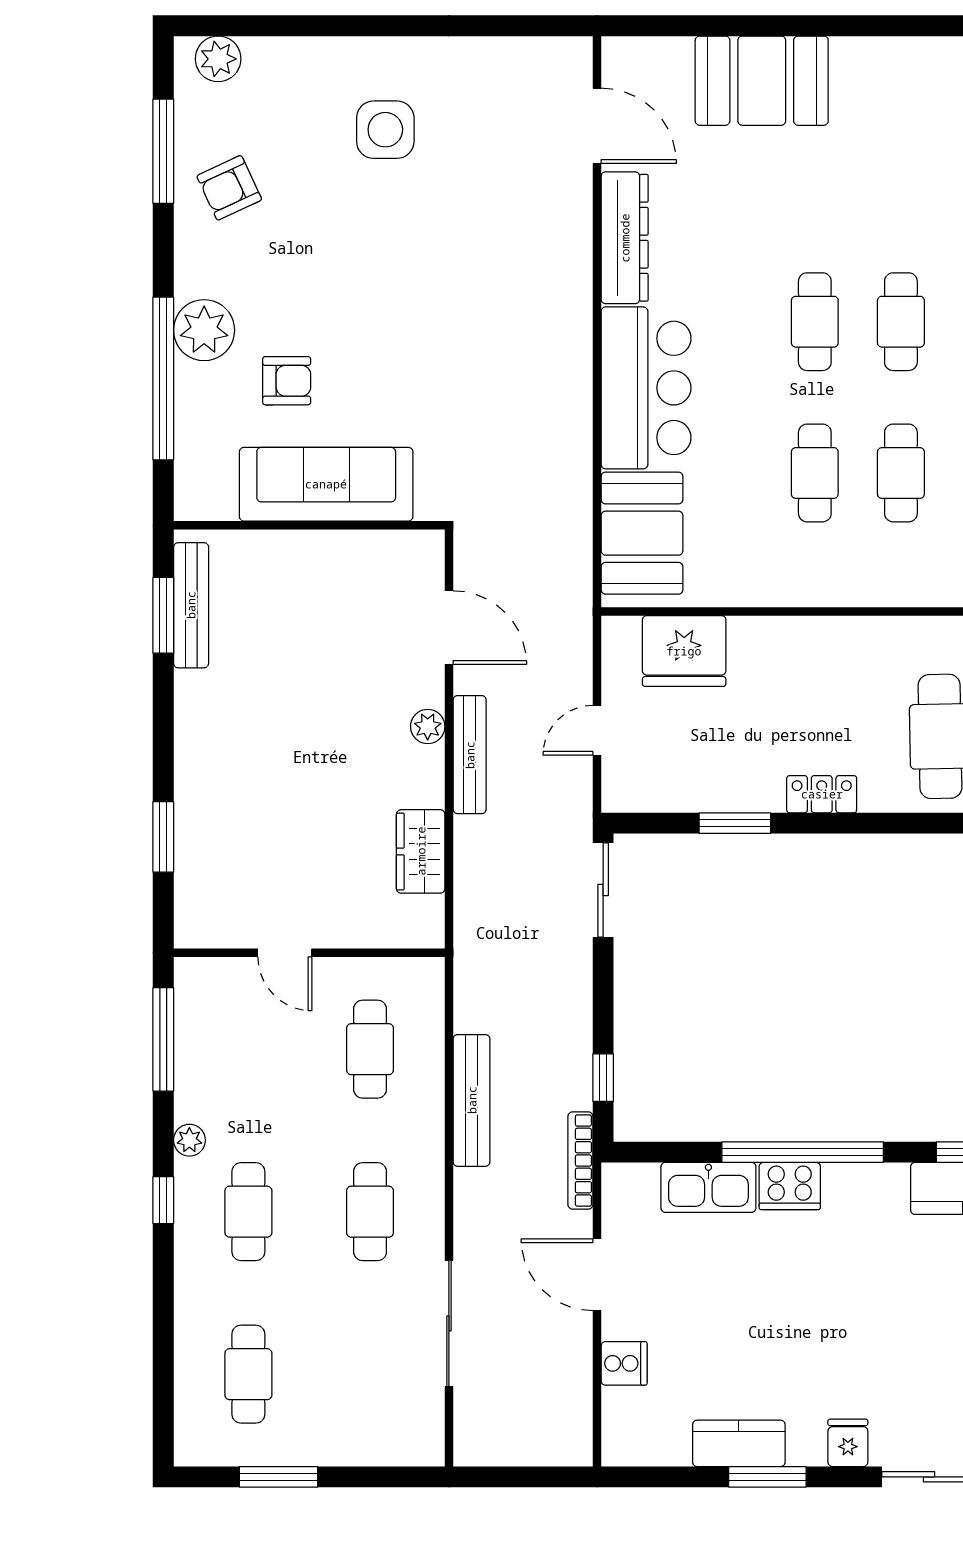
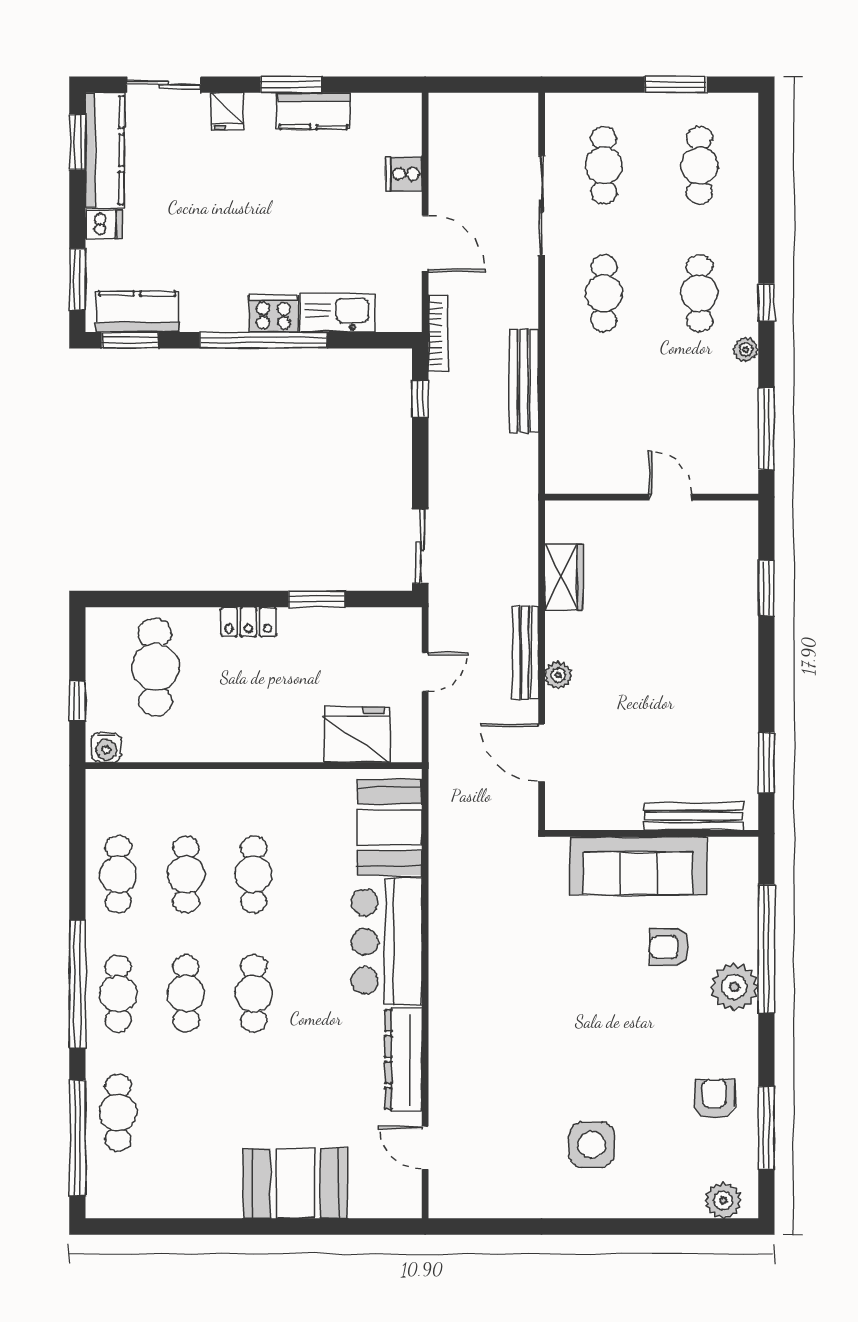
door: (597, 126) -> (425, 1148), width x0.73
armchair: (229, 188) -> (714, 1099), turned -65
bench: (191, 605) -> (694, 816), moved, turned 90
cafe table: (370, 1049) -> (604, 165), moved

